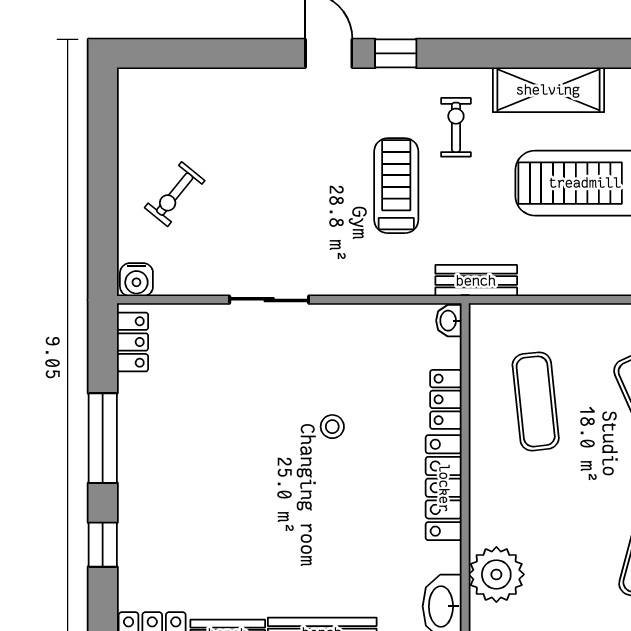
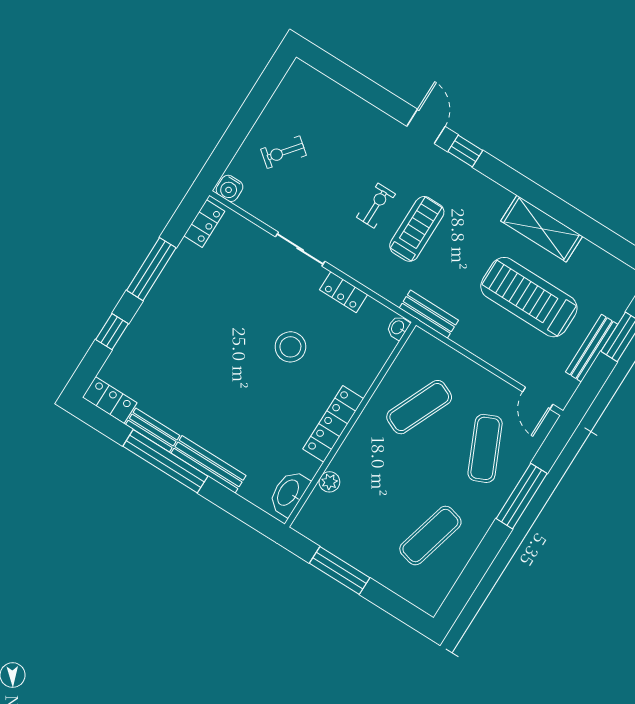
exercise bike: (456, 127) -> (376, 206), moved
locker: (446, 399) -> (344, 292), moved, turned -90
exercise mat: (536, 401) -> (419, 407), turned 30
stool: (332, 427) -> (290, 347), width x1.89, depth x1.89
plant: (496, 574) -> (329, 482), width x0.53, depth x0.53

